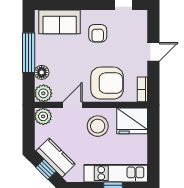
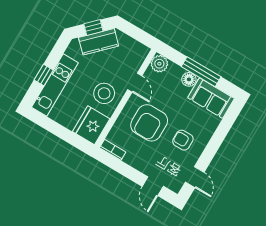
sofa: (60, 22) -> (211, 98), moved, turned -90
door: (153, 52) -> (153, 186), moved
floor lamp: (42, 72) -> (189, 79), moved
armchair: (107, 83) -> (149, 123), moved
plant: (43, 116) -> (140, 52), removed

